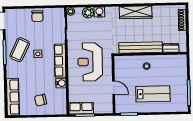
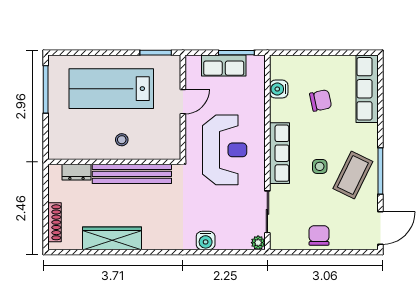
wardrobe: (136, 12) -> (112, 238), moved
plant: (88, 13) -> (226, 240), removed
water cooler: (61, 83) -> (279, 89), moved
door: (114, 88) -> (183, 102), swing flipped
lab bench: (153, 94) -> (111, 89), width x1.36, depth x1.39
chair: (41, 100) -> (321, 100), moved
row of seats: (81, 108) -> (224, 66), moved

